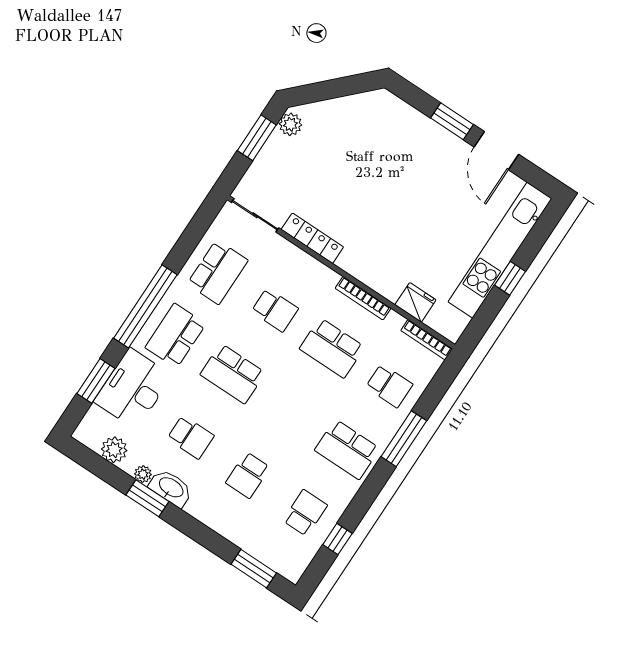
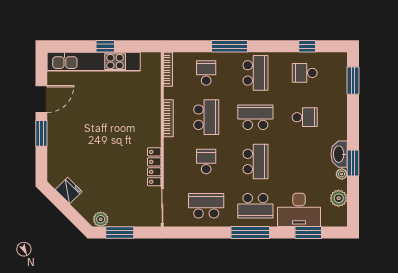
fridge: (415, 302) -> (69, 191), moved, turned 135
window: (145, 306) -> (250, 233), width x0.68
school desk: (191, 437) -> (255, 117), moved, width x1.85

